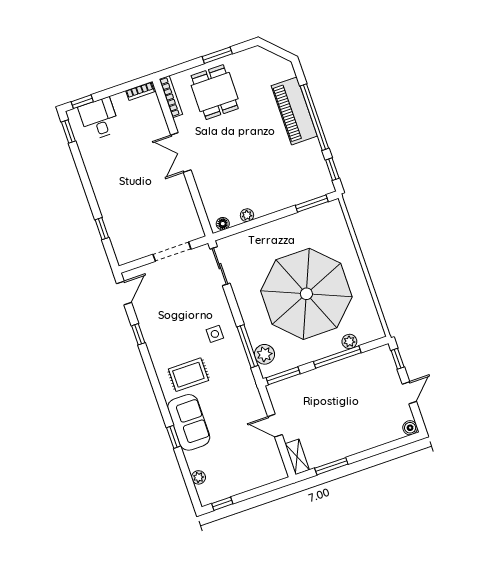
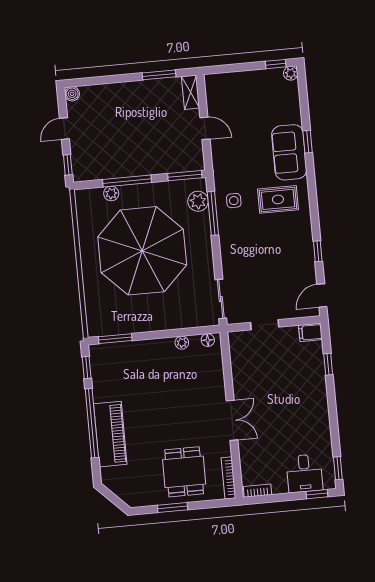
doorway: (172, 252) -> (265, 325), width x0.73
filing cabinet: (126, 255) -> (310, 332), added
side table: (215, 334) -> (234, 201), moved
plant: (198, 477) -> (291, 73), moved

